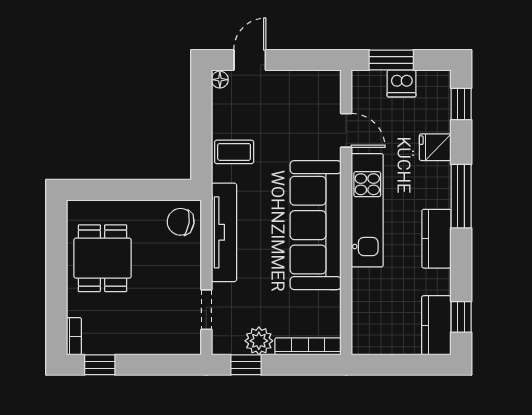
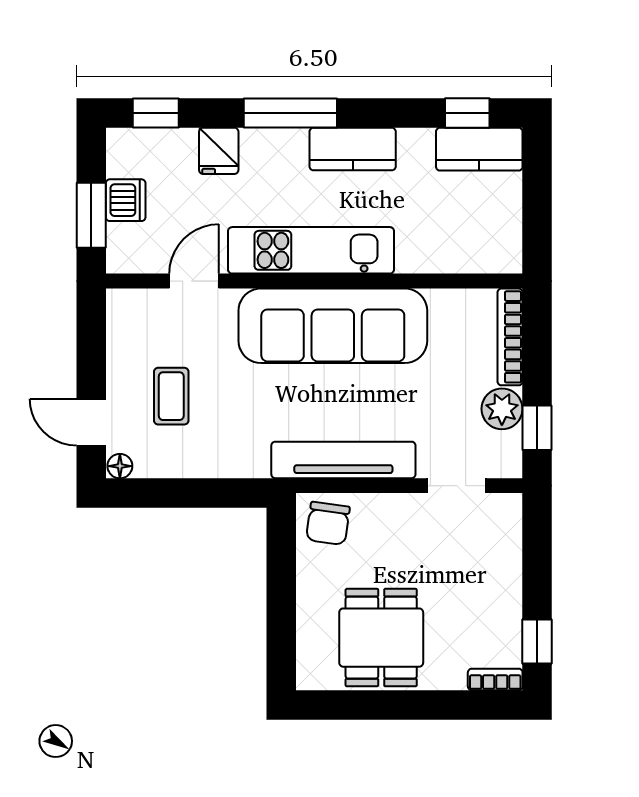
coffee table: (234, 152) -> (171, 396), moved
dining table: (103, 258) -> (381, 638), turned 90

